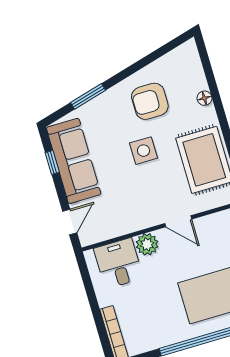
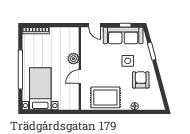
side table: (144, 151) -> (128, 61), moved
desk: (118, 263) -> (68, 42), removed

